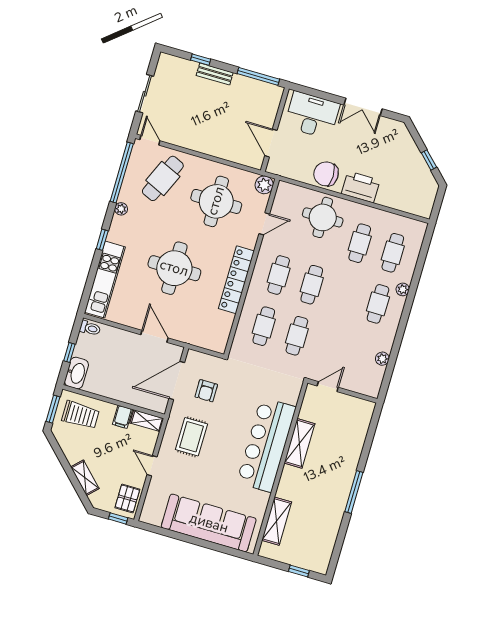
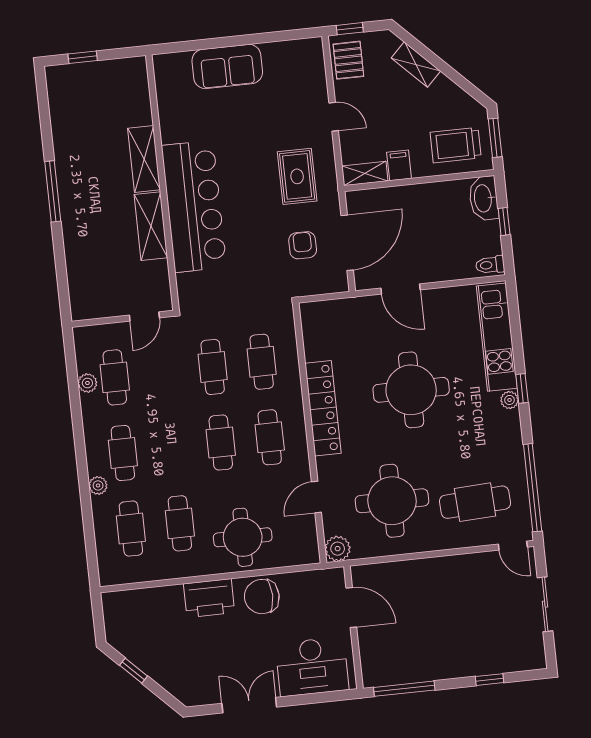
bench: (215, 74) -> (463, 668), removed
chair: (326, 174) -> (262, 597), turned 180
cafe table: (163, 178) -> (475, 502), turned 63
plant: (121, 209) -> (509, 400), moved
cafe table: (363, 355) -> (115, 377), added
shelving: (277, 521) -> (144, 159), moved
sofa: (209, 523) -> (227, 66), width x0.54, depth x0.79

